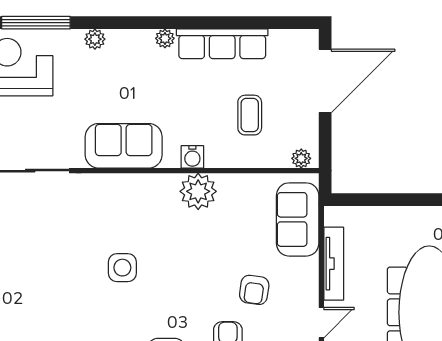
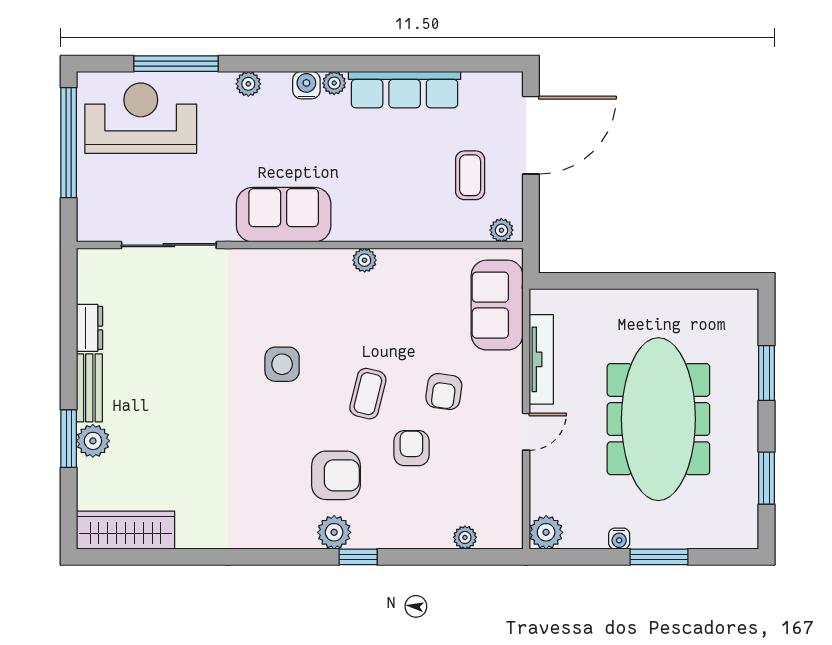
coffee table: (250, 115) -> (470, 175), moved
water cooler: (192, 157) -> (306, 85), moved, turned 180
plant: (198, 191) -> (365, 260), width x0.53, depth x0.53
coffee table: (192, 292) -> (368, 394), added

